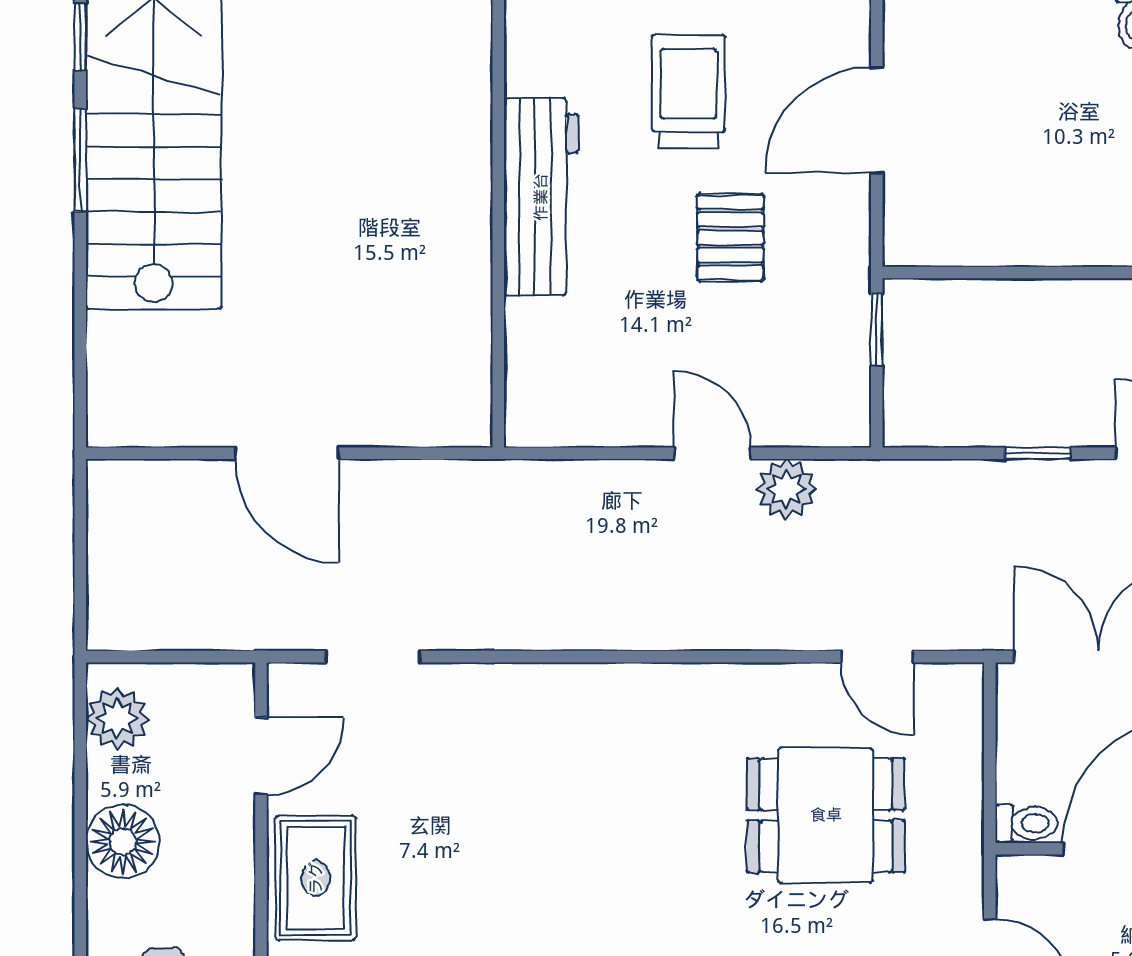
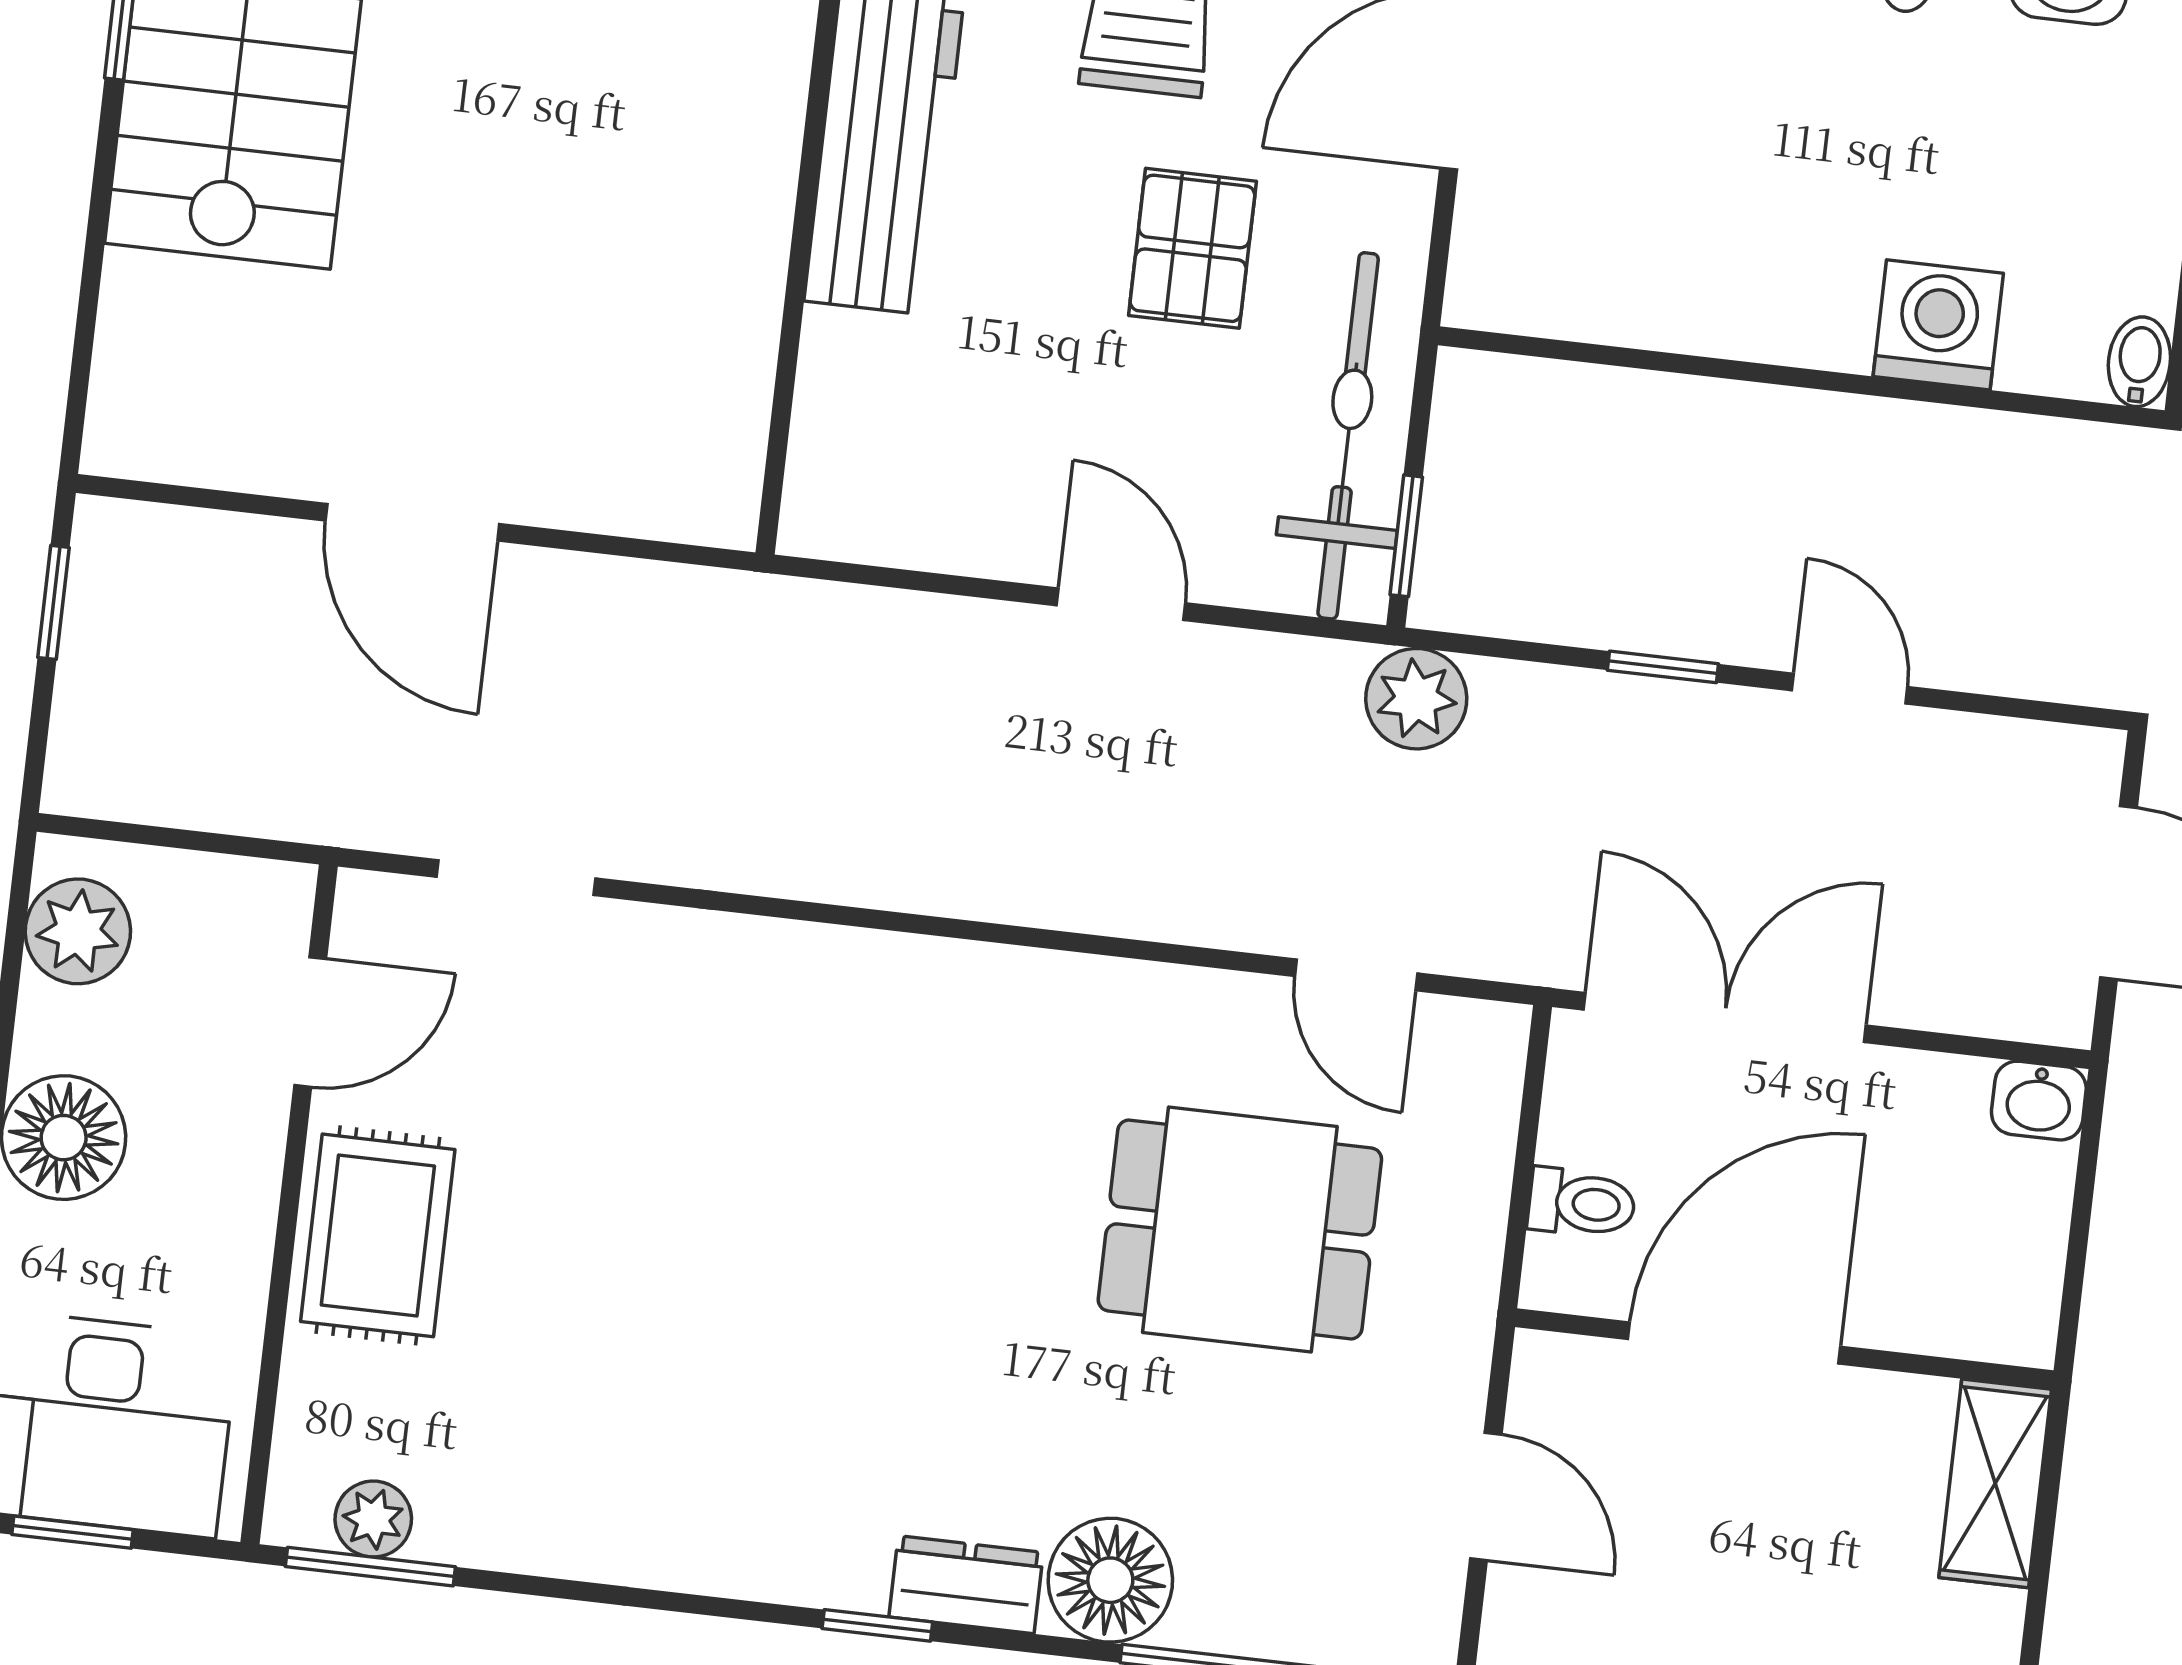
window: (877, 330) -> (1406, 536), moved
bicycle: (835, 338) -> (1348, 436), added
plant: (786, 489) -> (1416, 699), moved
window: (80, 525) -> (54, 602), added
toilet: (1026, 823) -> (1582, 1203), moved

